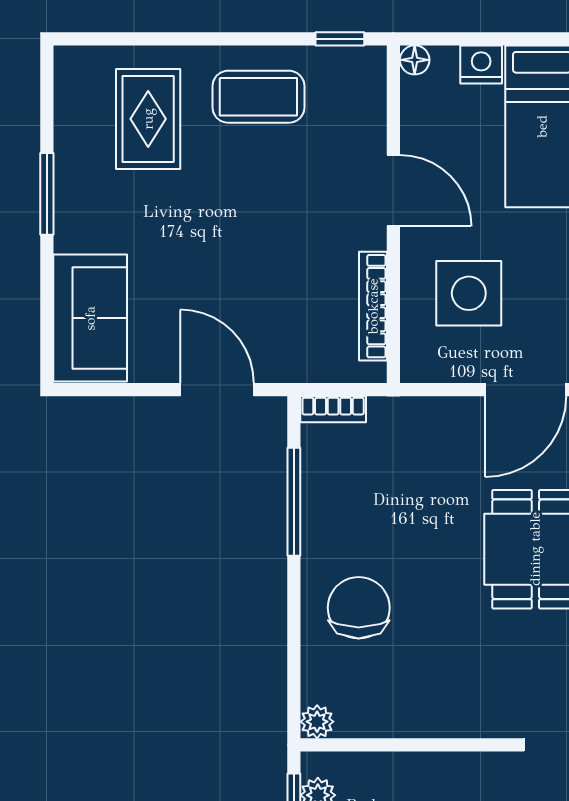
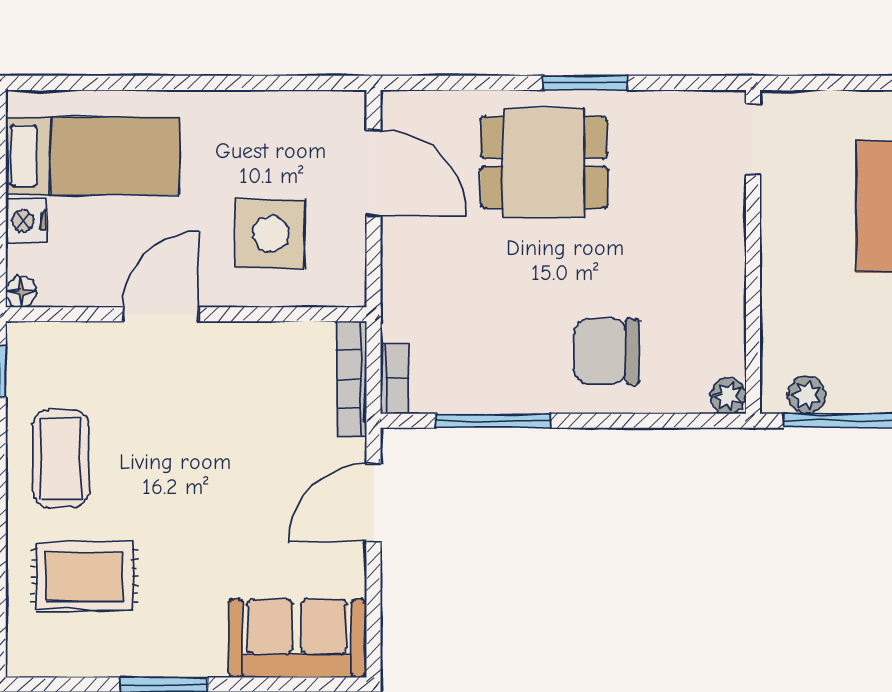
bookcase: (373, 306) -> (352, 379), moved, turned 90

